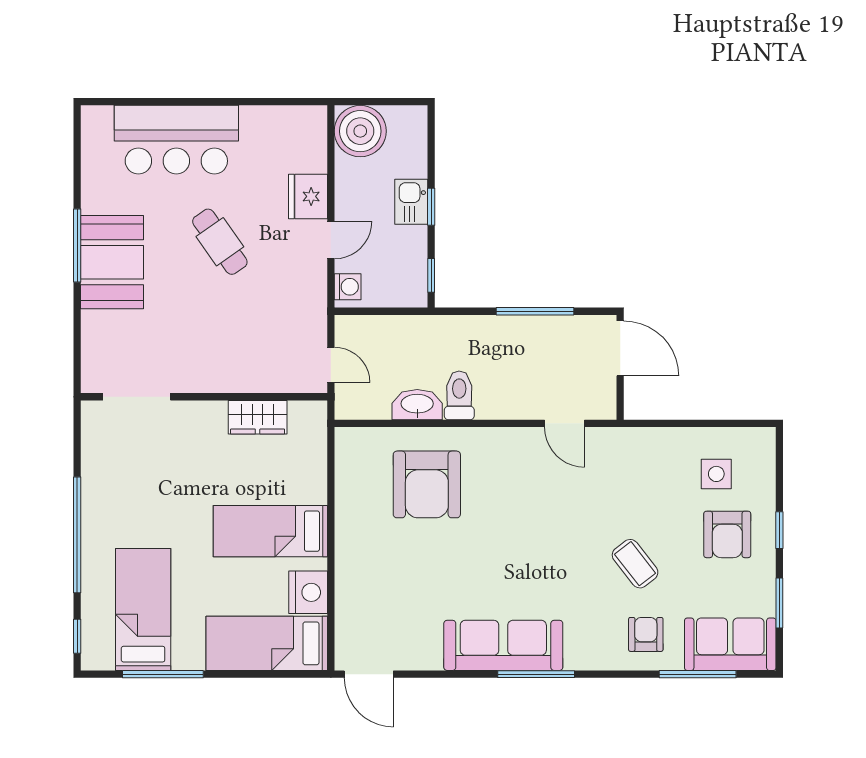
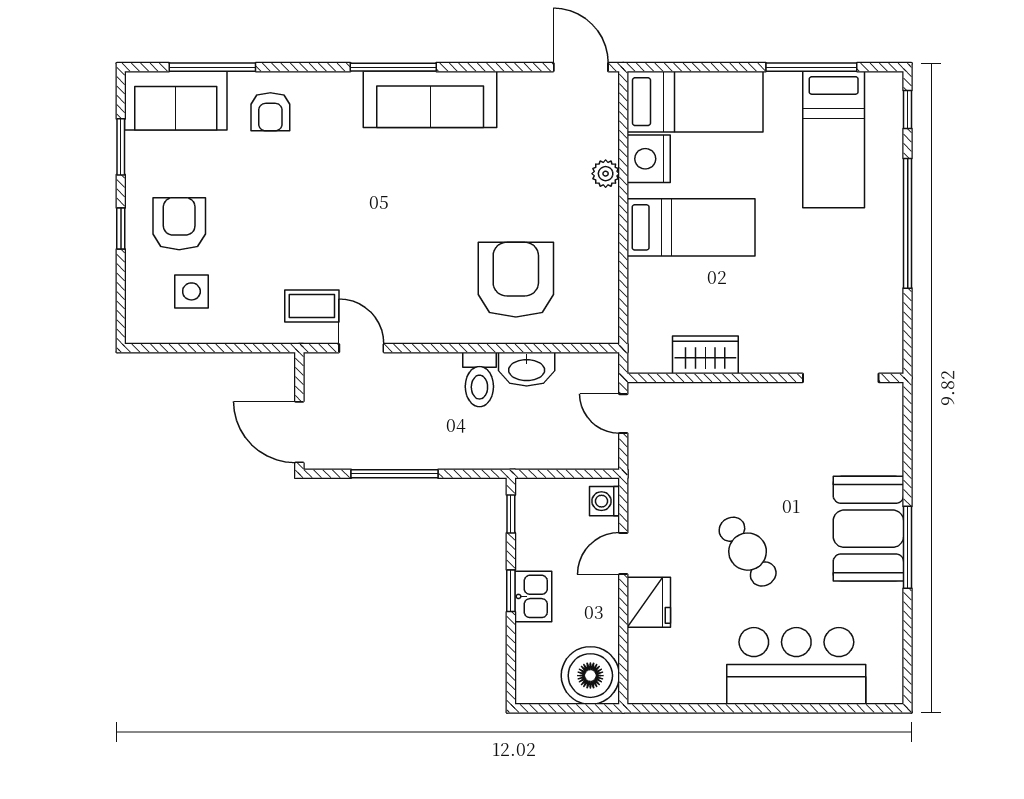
coffee table: (635, 564) -> (312, 306), moved, turned -52
plant: (347, 579) -> (606, 174), added

